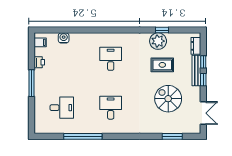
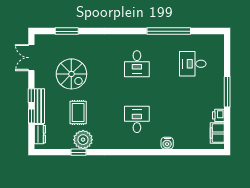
water cooler: (64, 38) -> (167, 143), moved
filing cabinet: (40, 42) -> (217, 133), width x2.00
desk: (111, 59) -> (137, 119), turned 180
rug: (162, 65) -> (78, 112), turned 90

